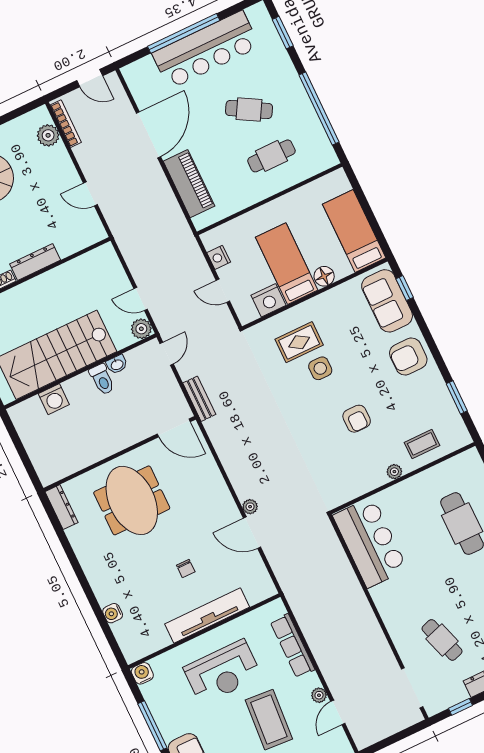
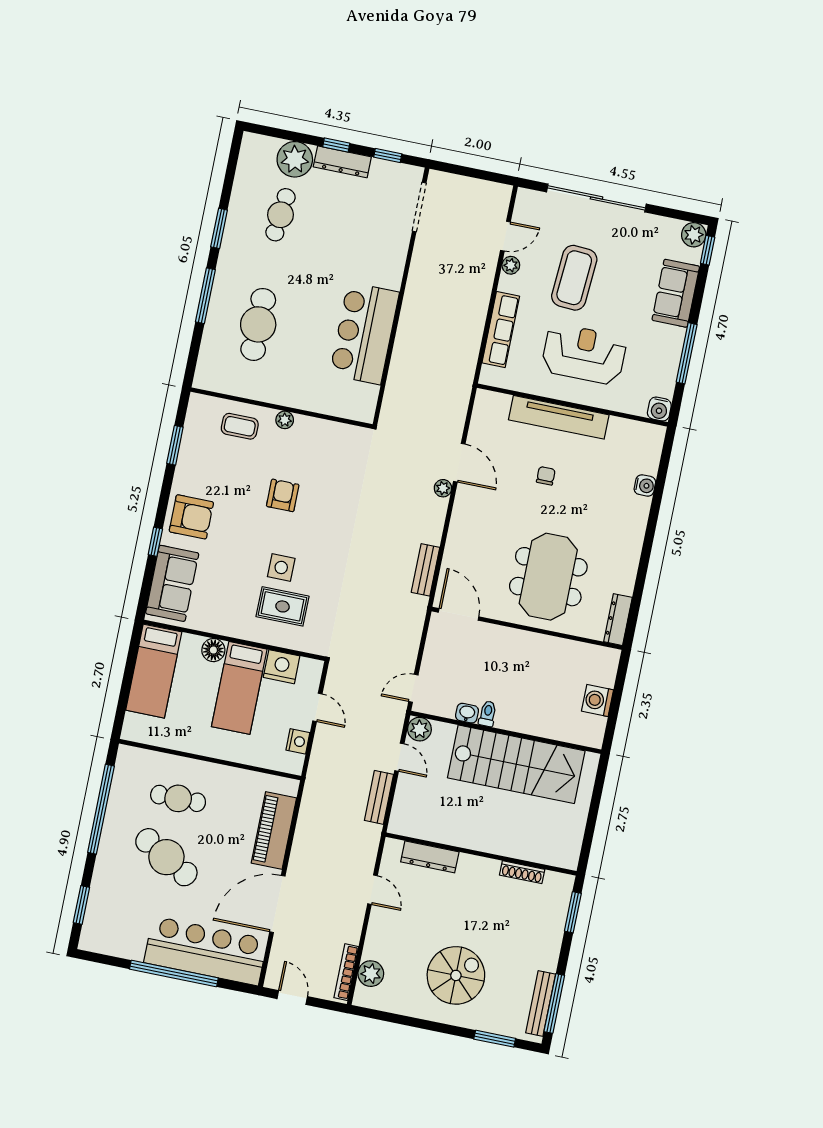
bar counter: (206, 50) -> (206, 951), moved
cafe table: (249, 109) -> (166, 857), width x1.37, depth x1.35
bench: (134, 261) -> (379, 797), added
dresser: (35, 262) -> (430, 857), moved
window: (405, 288) -> (155, 542), moved
toilet: (102, 379) -> (488, 714), width x0.73, depth x0.72
washing machine: (54, 399) -> (597, 700), moved, turned -90
bench: (199, 399) -> (426, 570), moved
bar counter: (370, 542) -> (364, 333), moved
cafe table: (442, 640) -> (358, 231), removed

